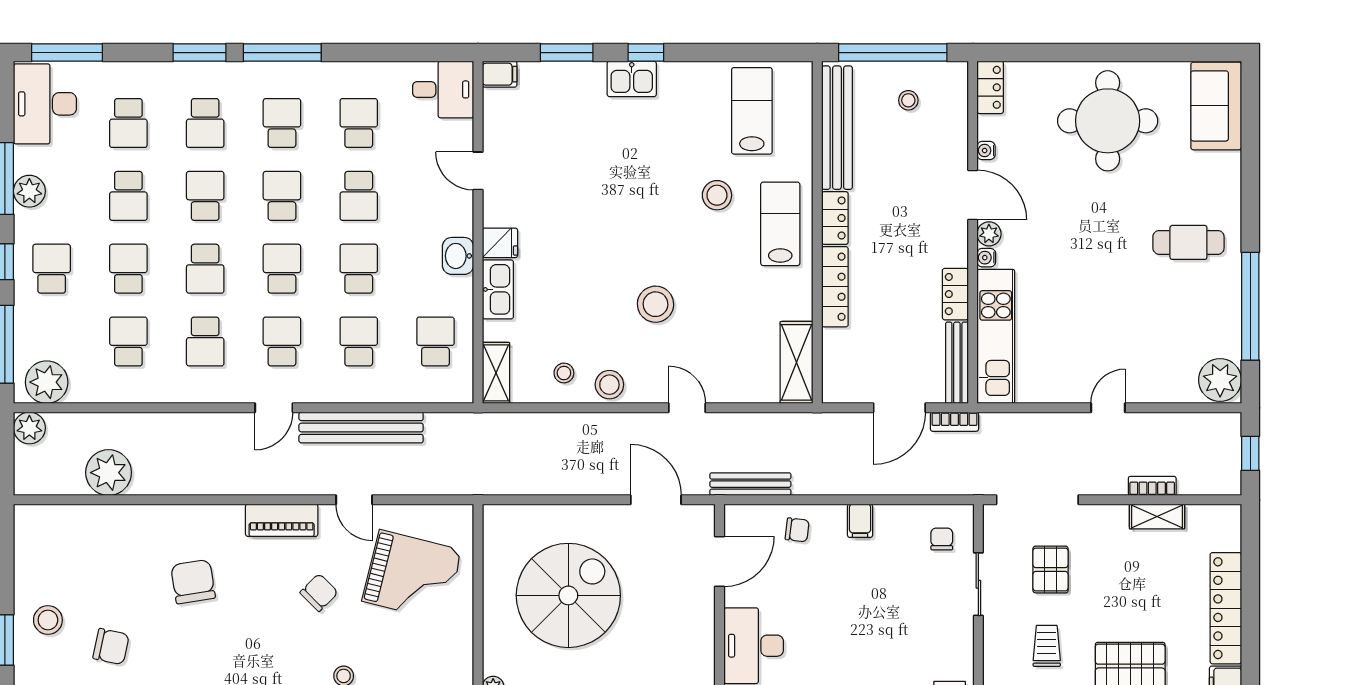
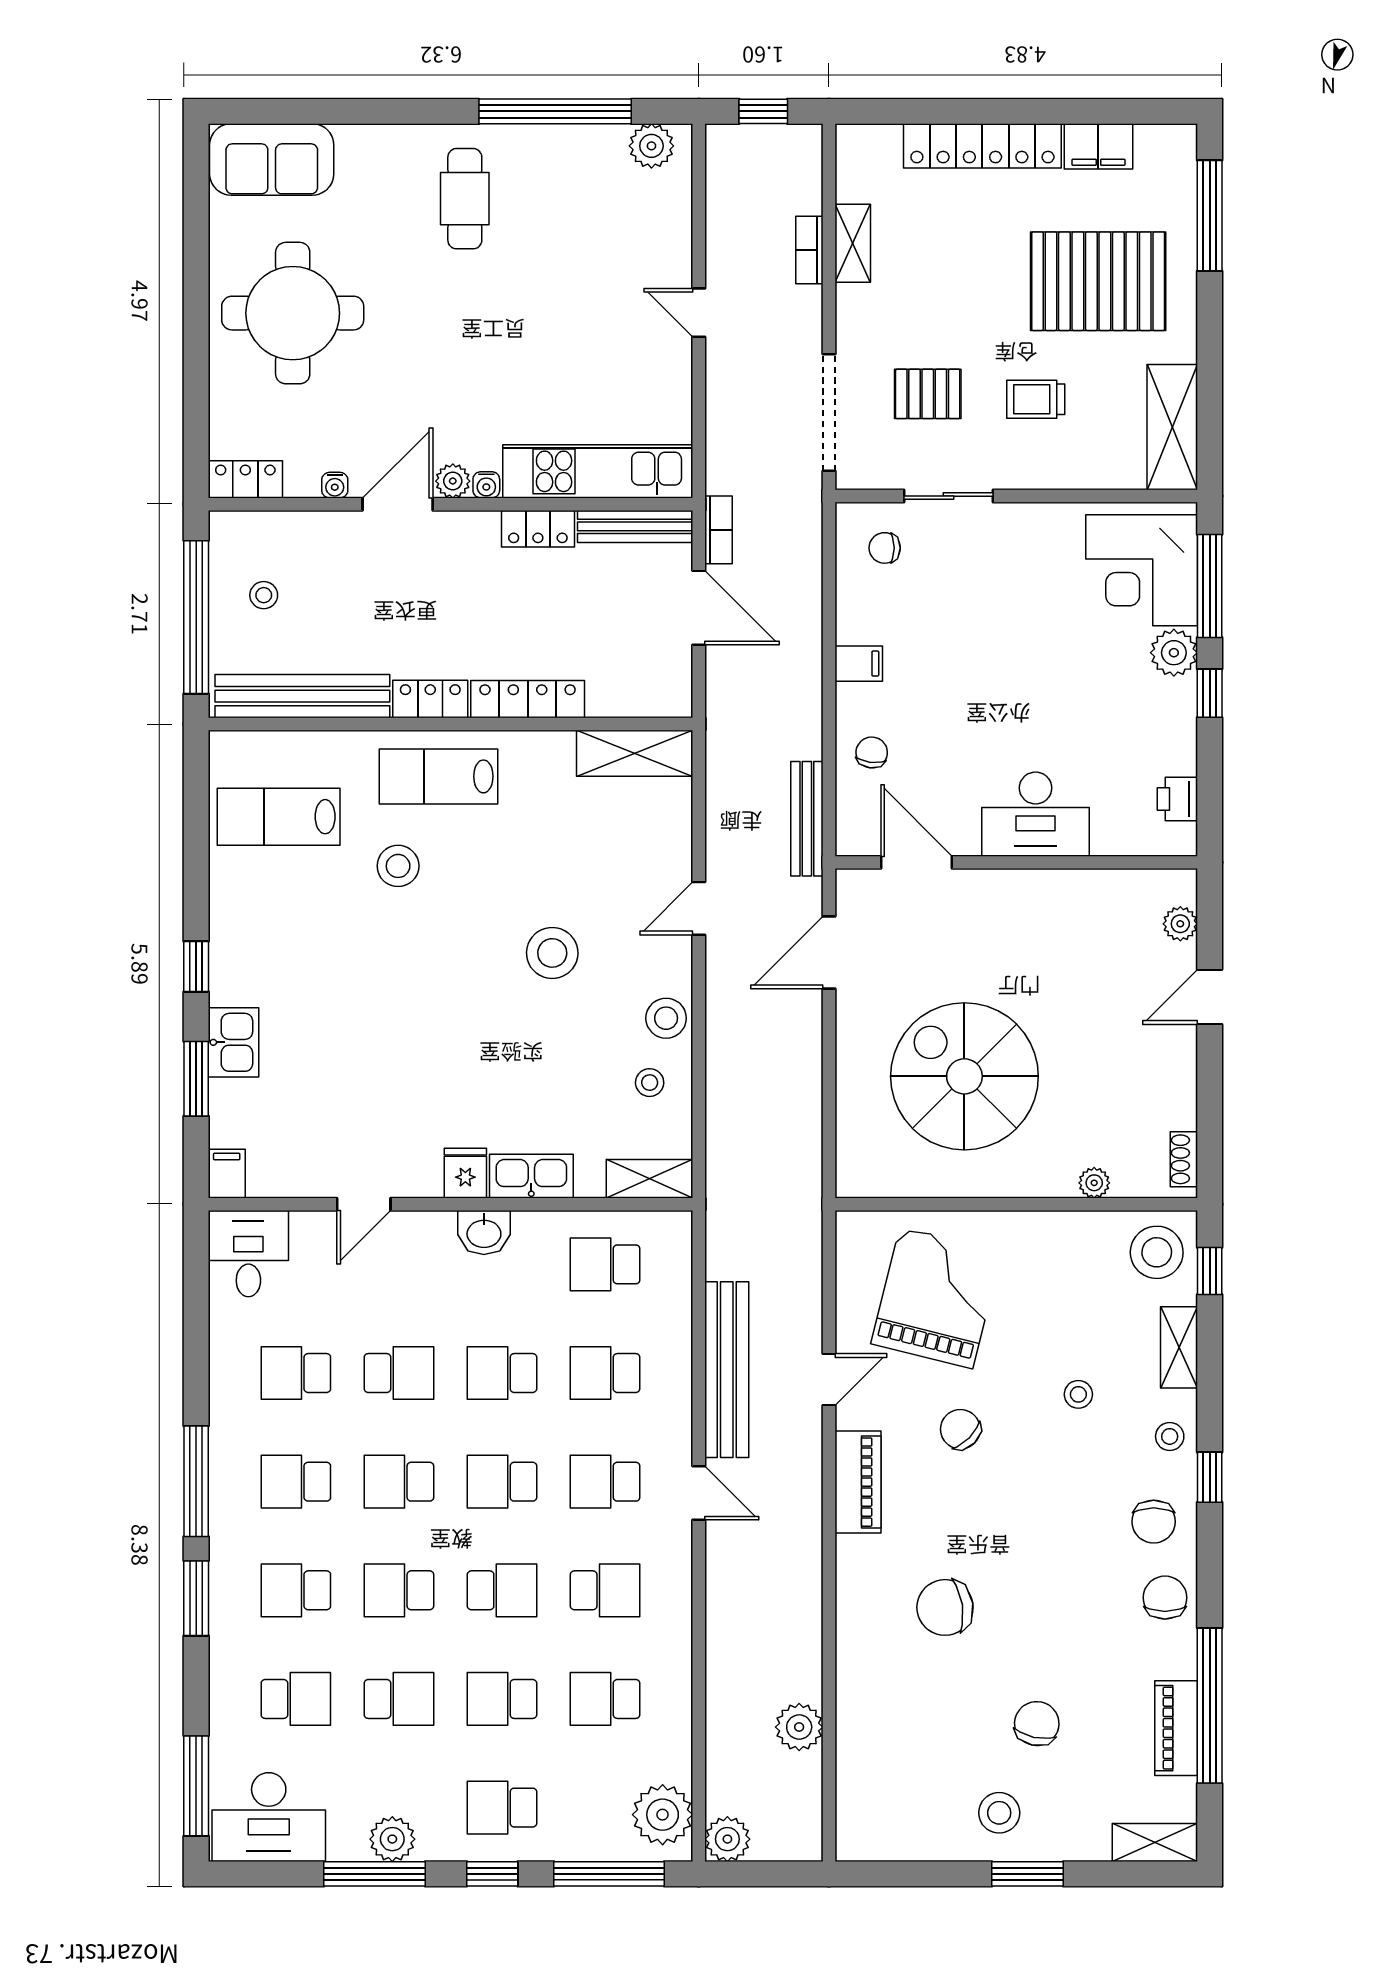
kitchen sink: (632, 79) -> (233, 1042), moved
school desk: (205, 123) -> (296, 1590), turned 180
plant: (1220, 380) -> (651, 146), width x0.73, depth x0.73
plant: (109, 473) -> (799, 1727), width x0.73, depth x0.73

